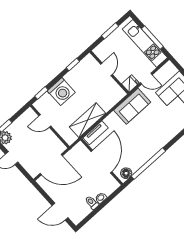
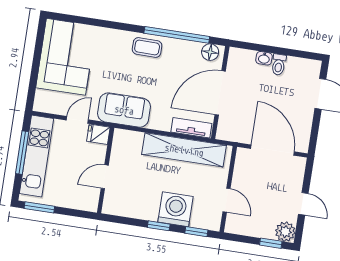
window: (110, 31) -> (39, 207), moved
window: (73, 65) -> (159, 226), moved
door: (146, 79) -> (77, 120), hinge flipped
shelving: (88, 120) -> (184, 150), width x1.47
coffee table: (154, 143) -> (147, 47), added

